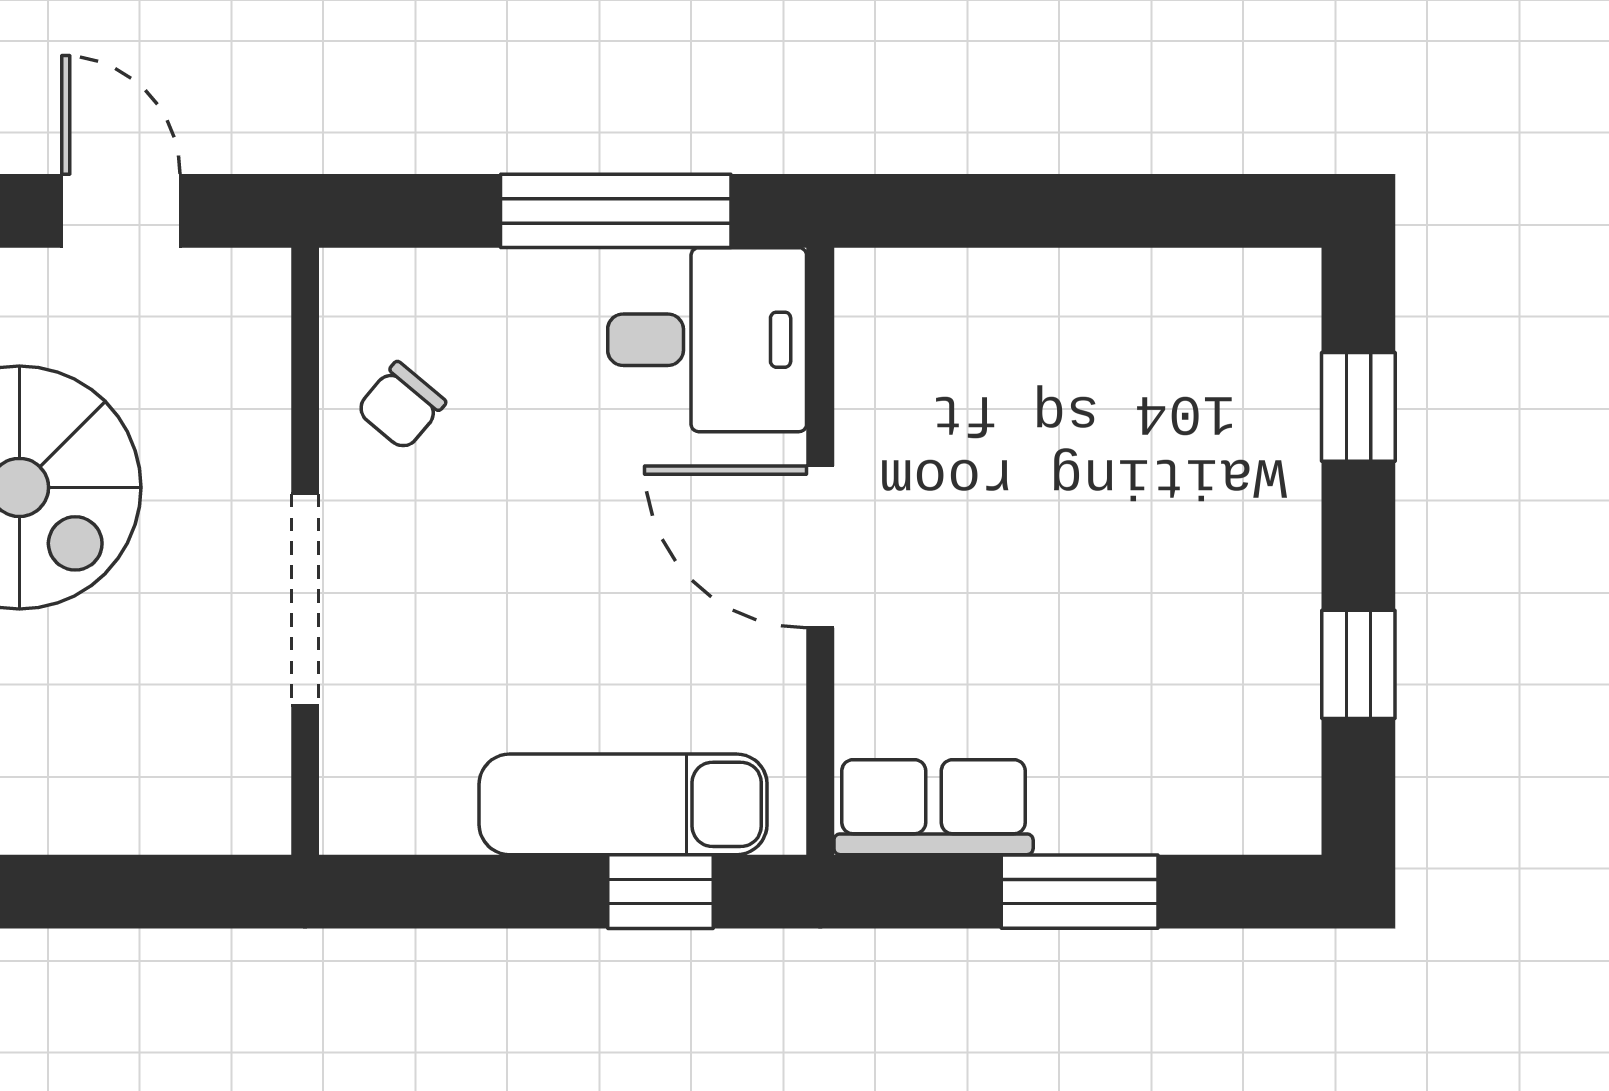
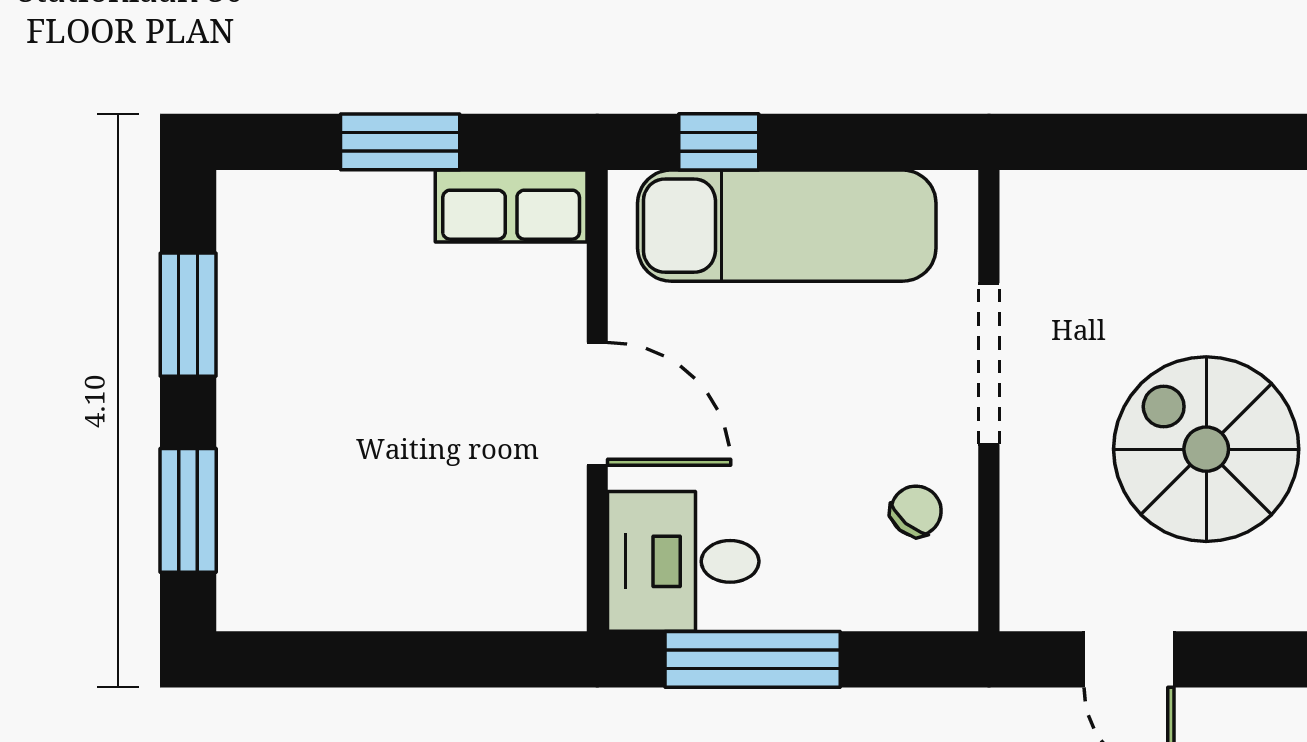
window: (1358, 407) -> (188, 510), width x1.50
window: (1358, 664) -> (188, 315), width x1.50
exam couch: (623, 804) -> (787, 226), width x1.36, depth x1.45

